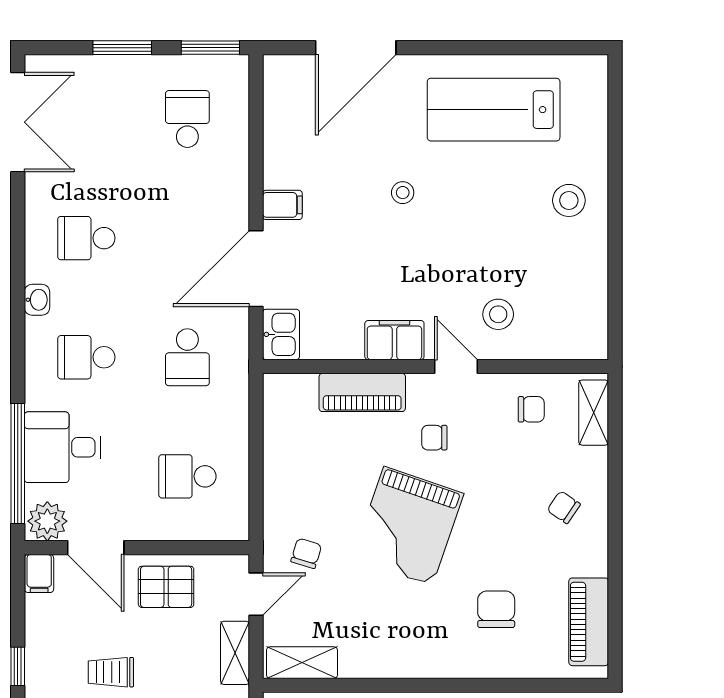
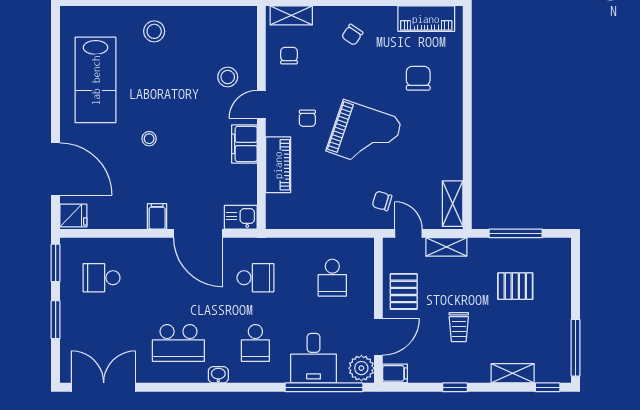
fridge: (284, 75) -> (73, 216), added
school desk: (86, 238) -> (178, 343), width x1.85
chair: (496, 609) -> (418, 78), turned 90

